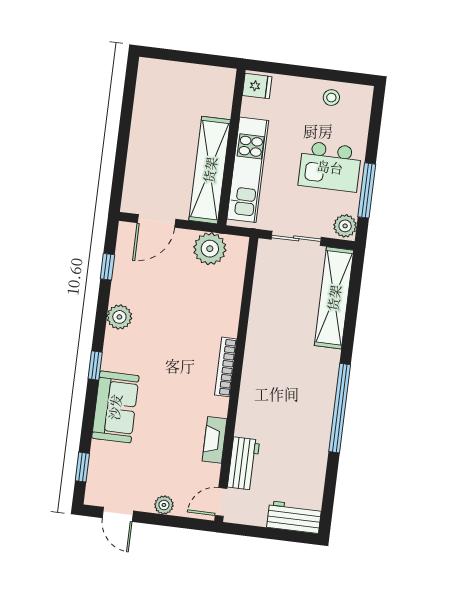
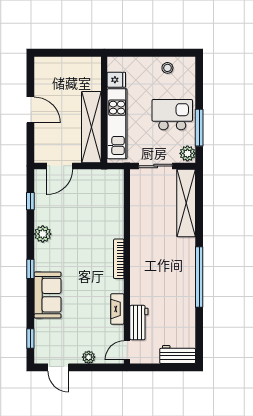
fridge: (257, 86) -> (116, 80), moved
door: (124, 134) -> (30, 110), added
kitchen island: (330, 167) -> (172, 115), turned 180
plant: (210, 249) -> (98, 180), removed

